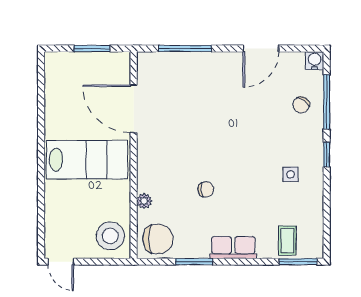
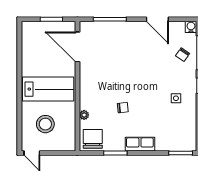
door: (261, 49) -> (157, 19), hinge flipped
door: (134, 109) -> (77, 47), moved
stool: (110, 236) -> (45, 124), moved
chair: (158, 239) -> (93, 139), turned -90
coffee table: (287, 241) -> (174, 140), removed

